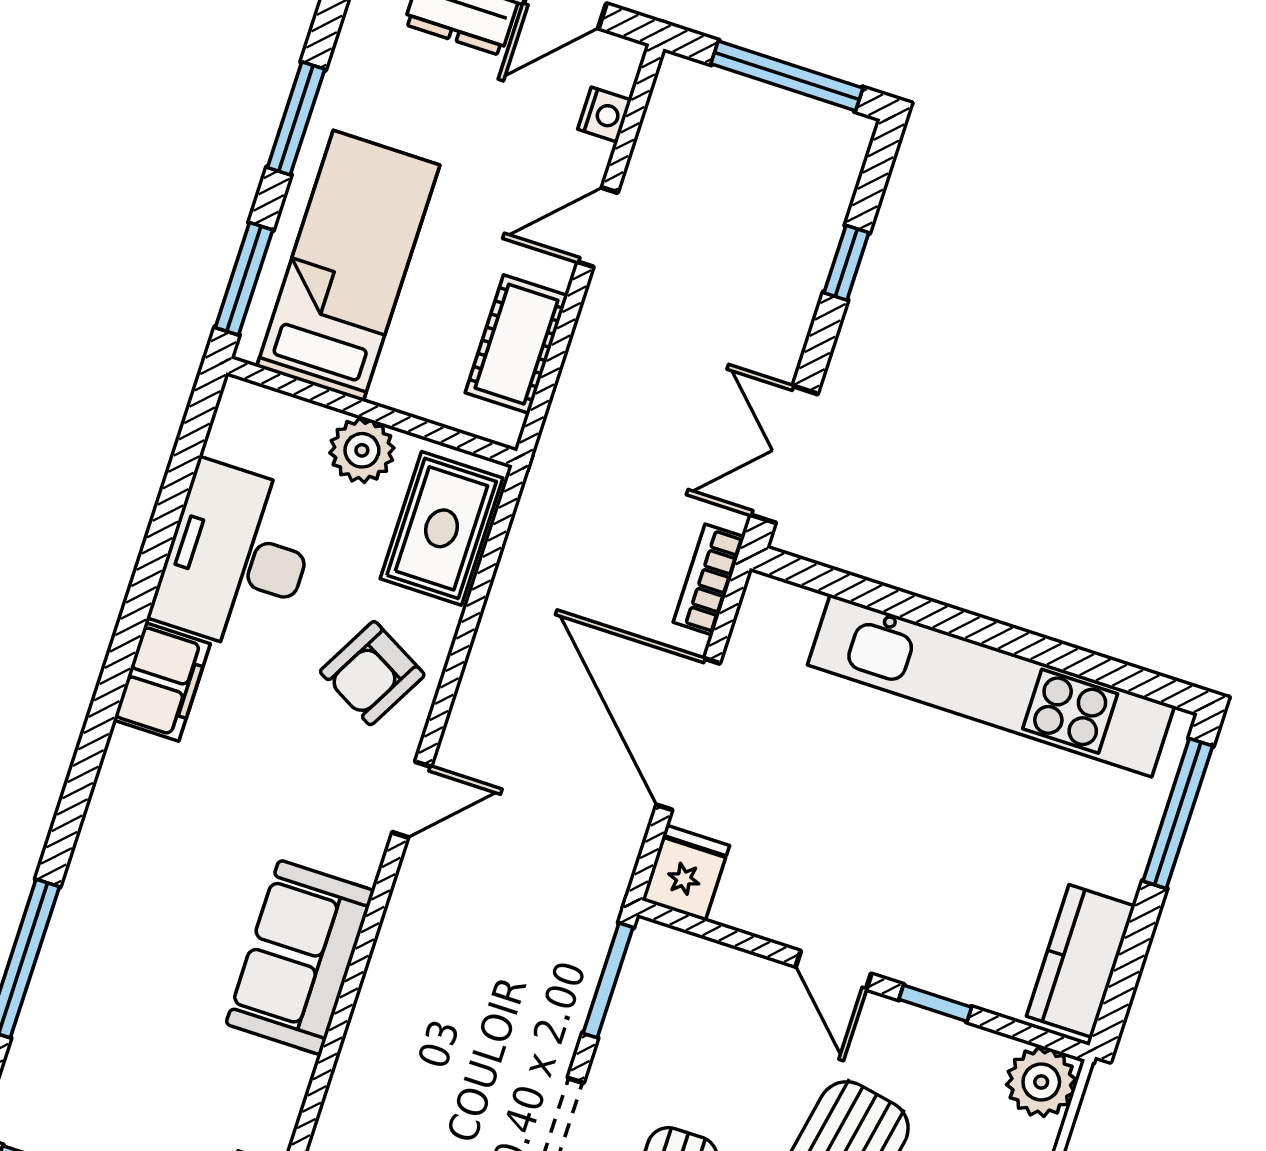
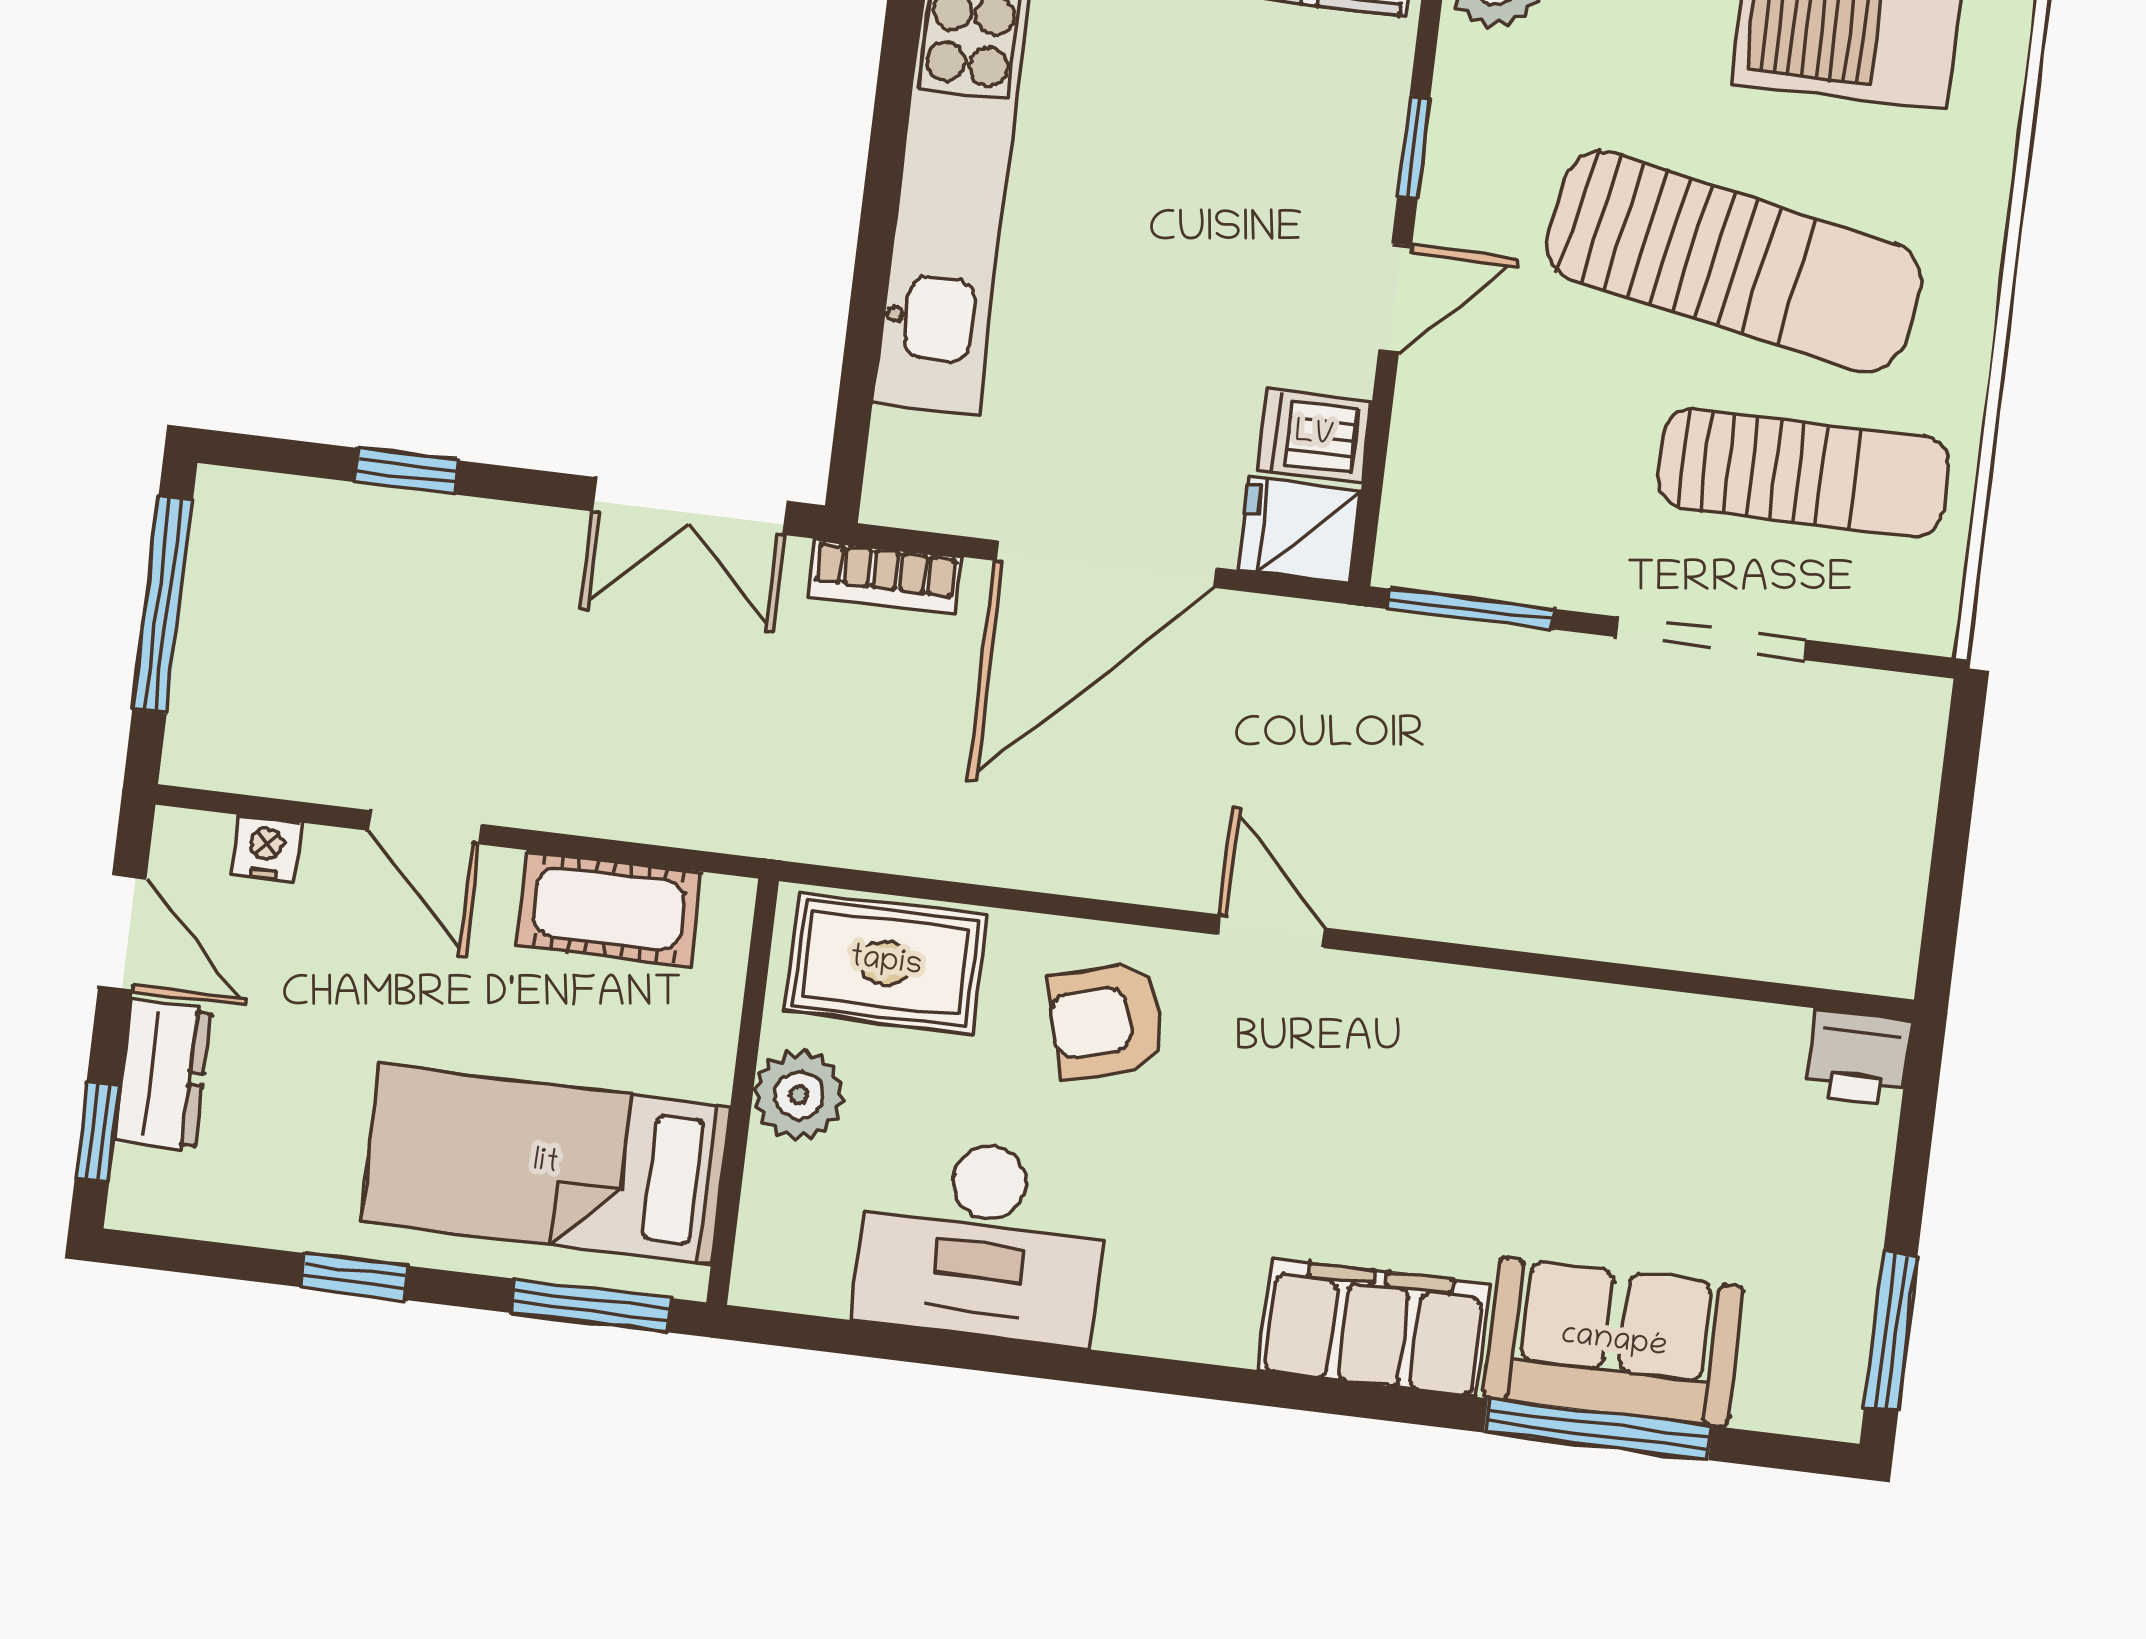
window: (296, 118) -> (355, 1276), width x0.67
armchair: (372, 673) -> (1106, 1020), turned 136
filing cabinet: (162, 682) -> (1374, 1327), moved, width x1.50, depth x1.17
dishwasher: (749, 896) -> (1314, 436), added
sofa: (300, 957) -> (1614, 1342), moved, turned 180

